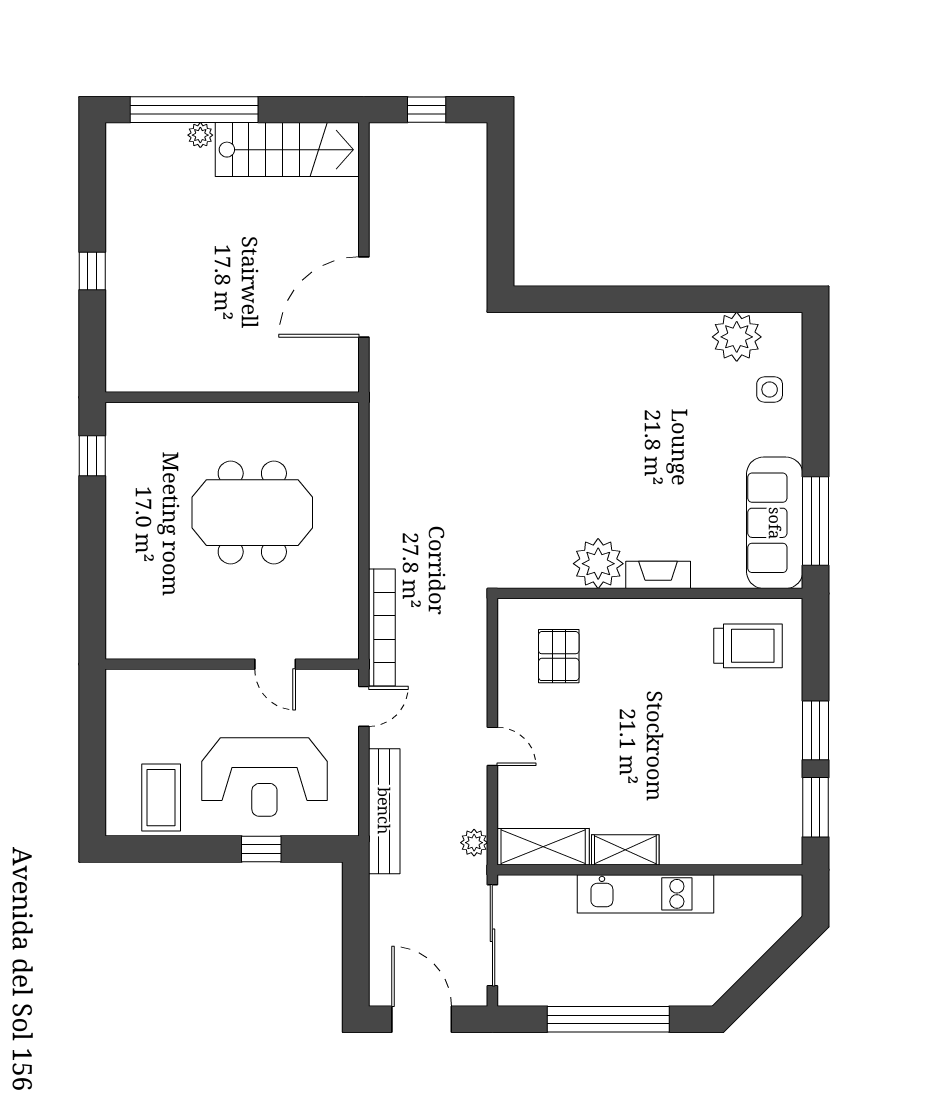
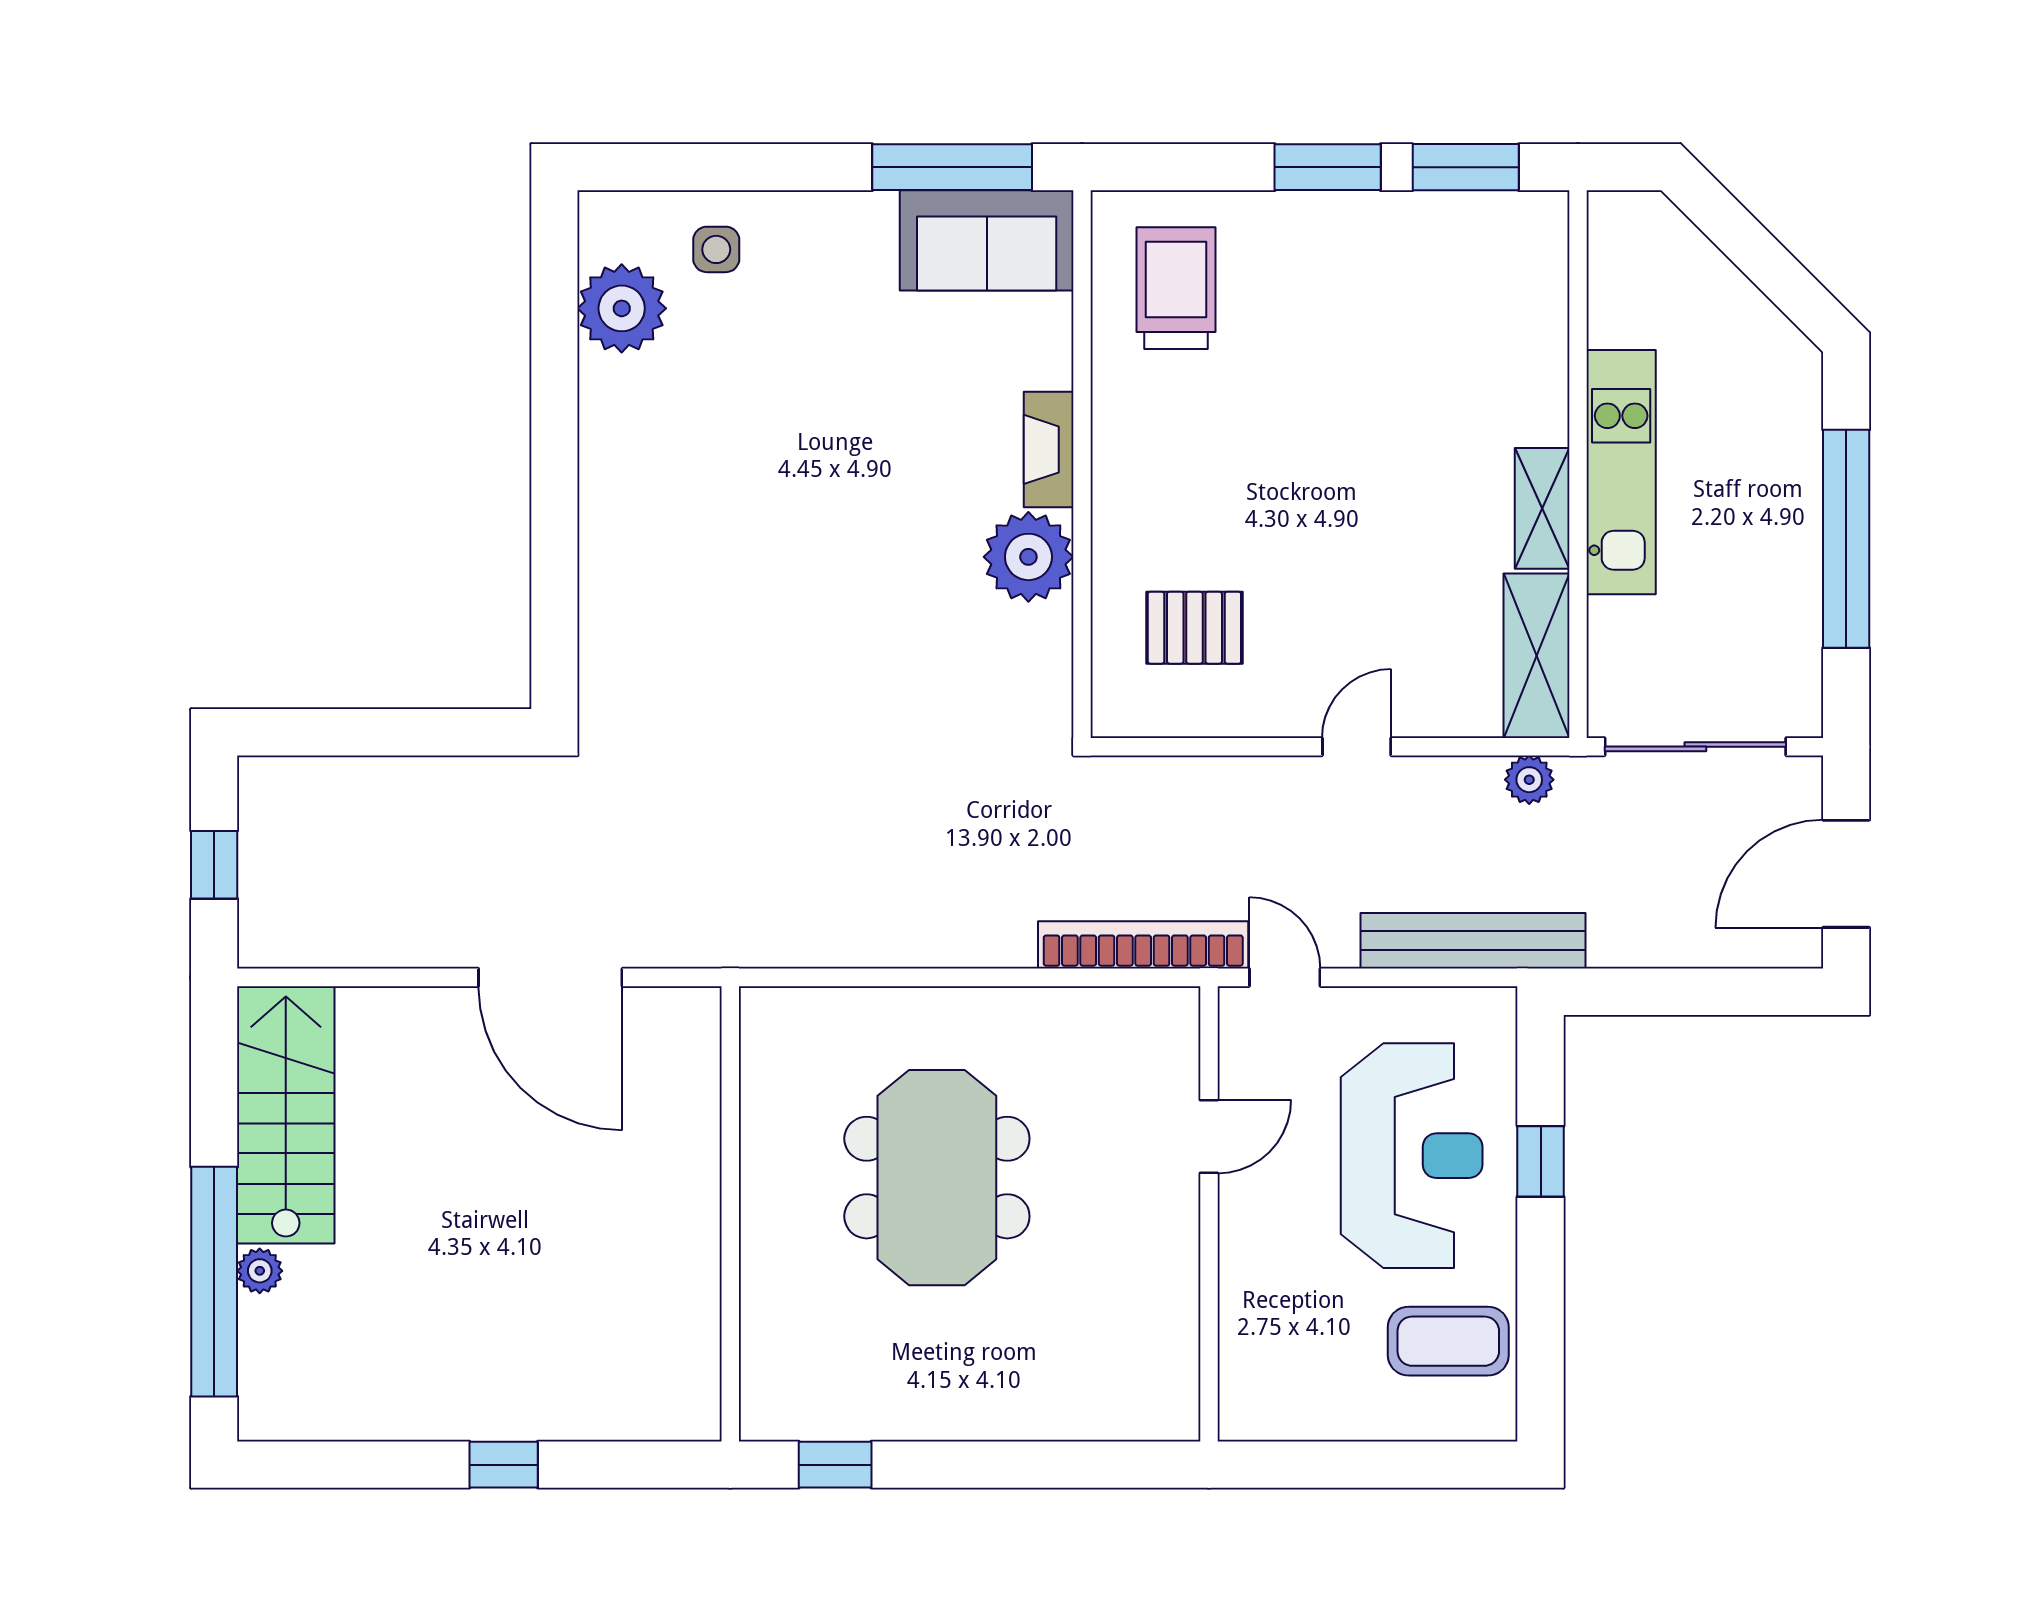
sofa: (775, 523) -> (987, 240), width x0.73

